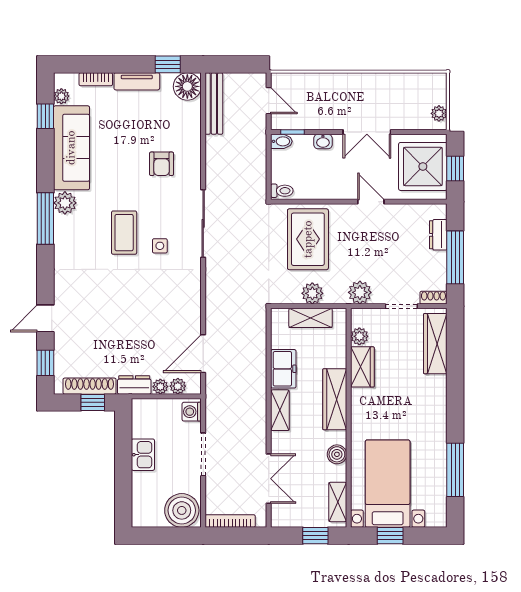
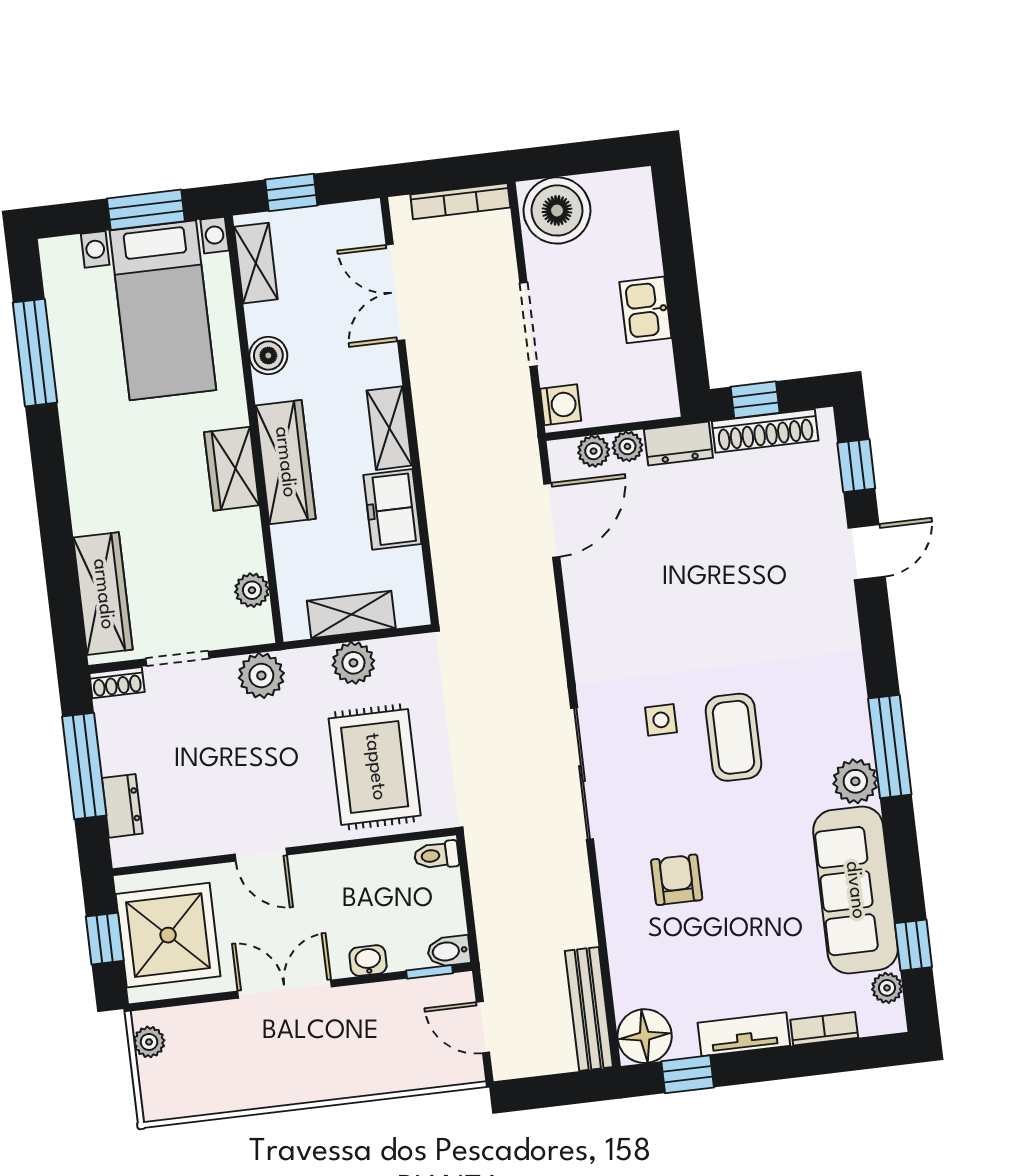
wardrobe: (362, 367) -> (232, 469), moved
window: (390, 536) -> (146, 210), width x1.50

